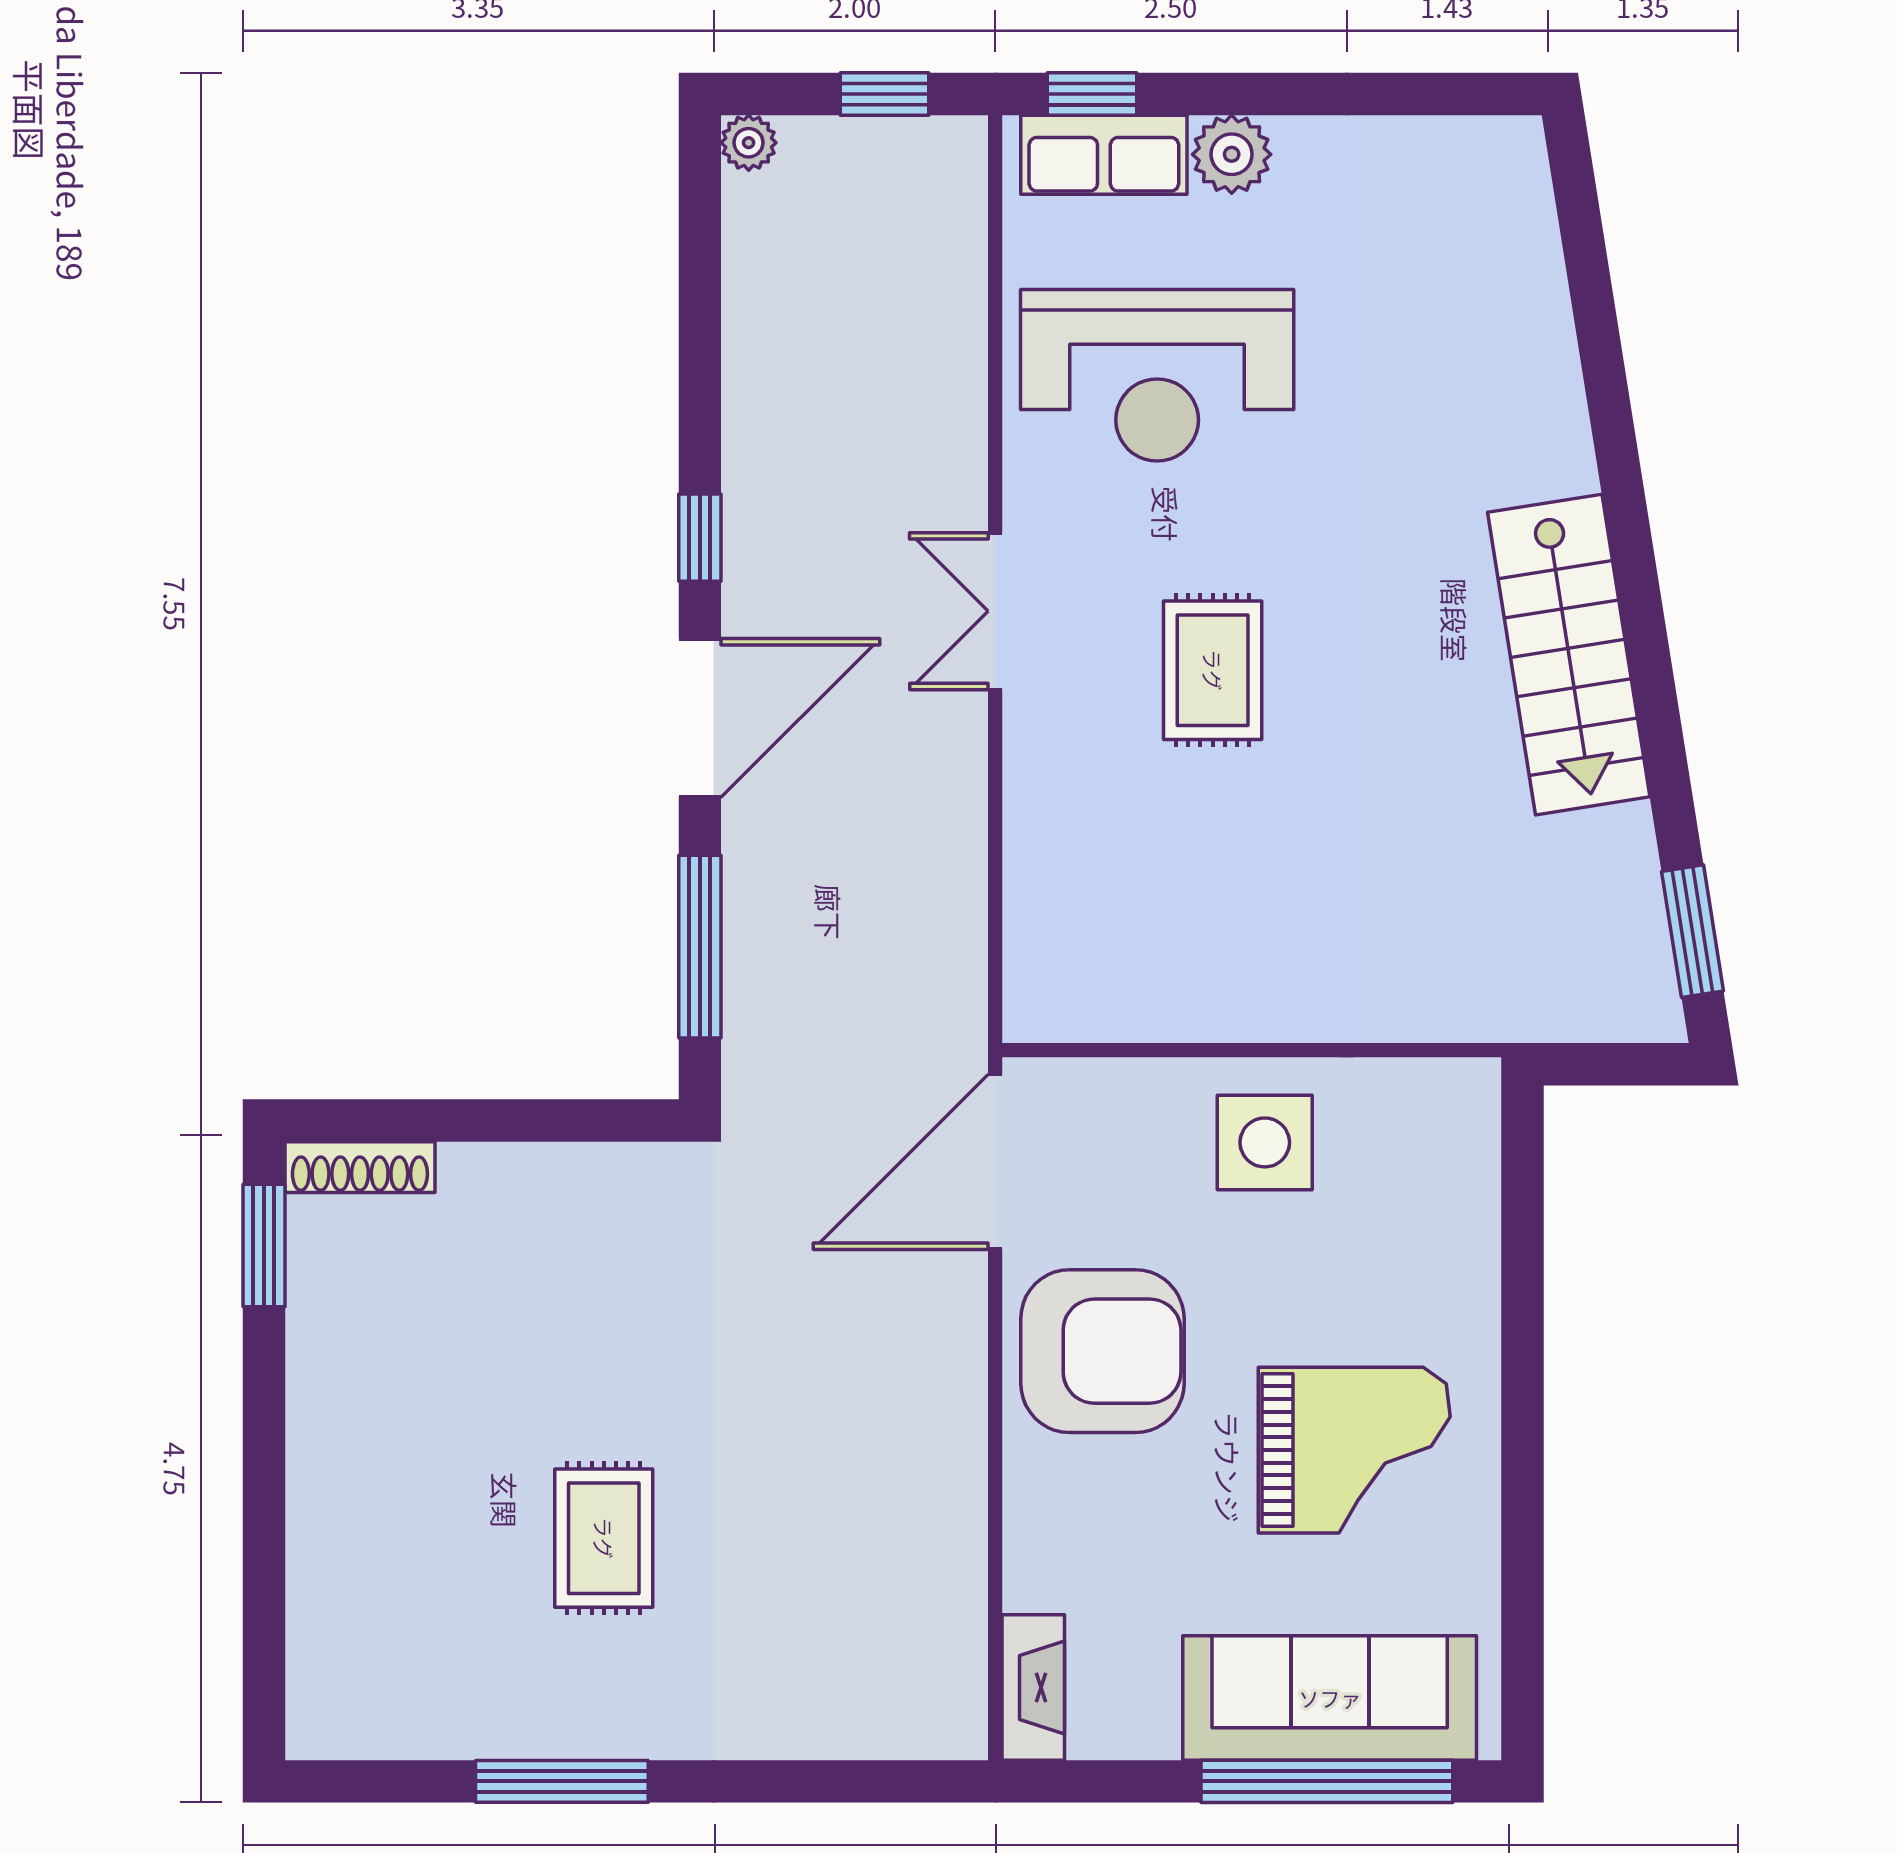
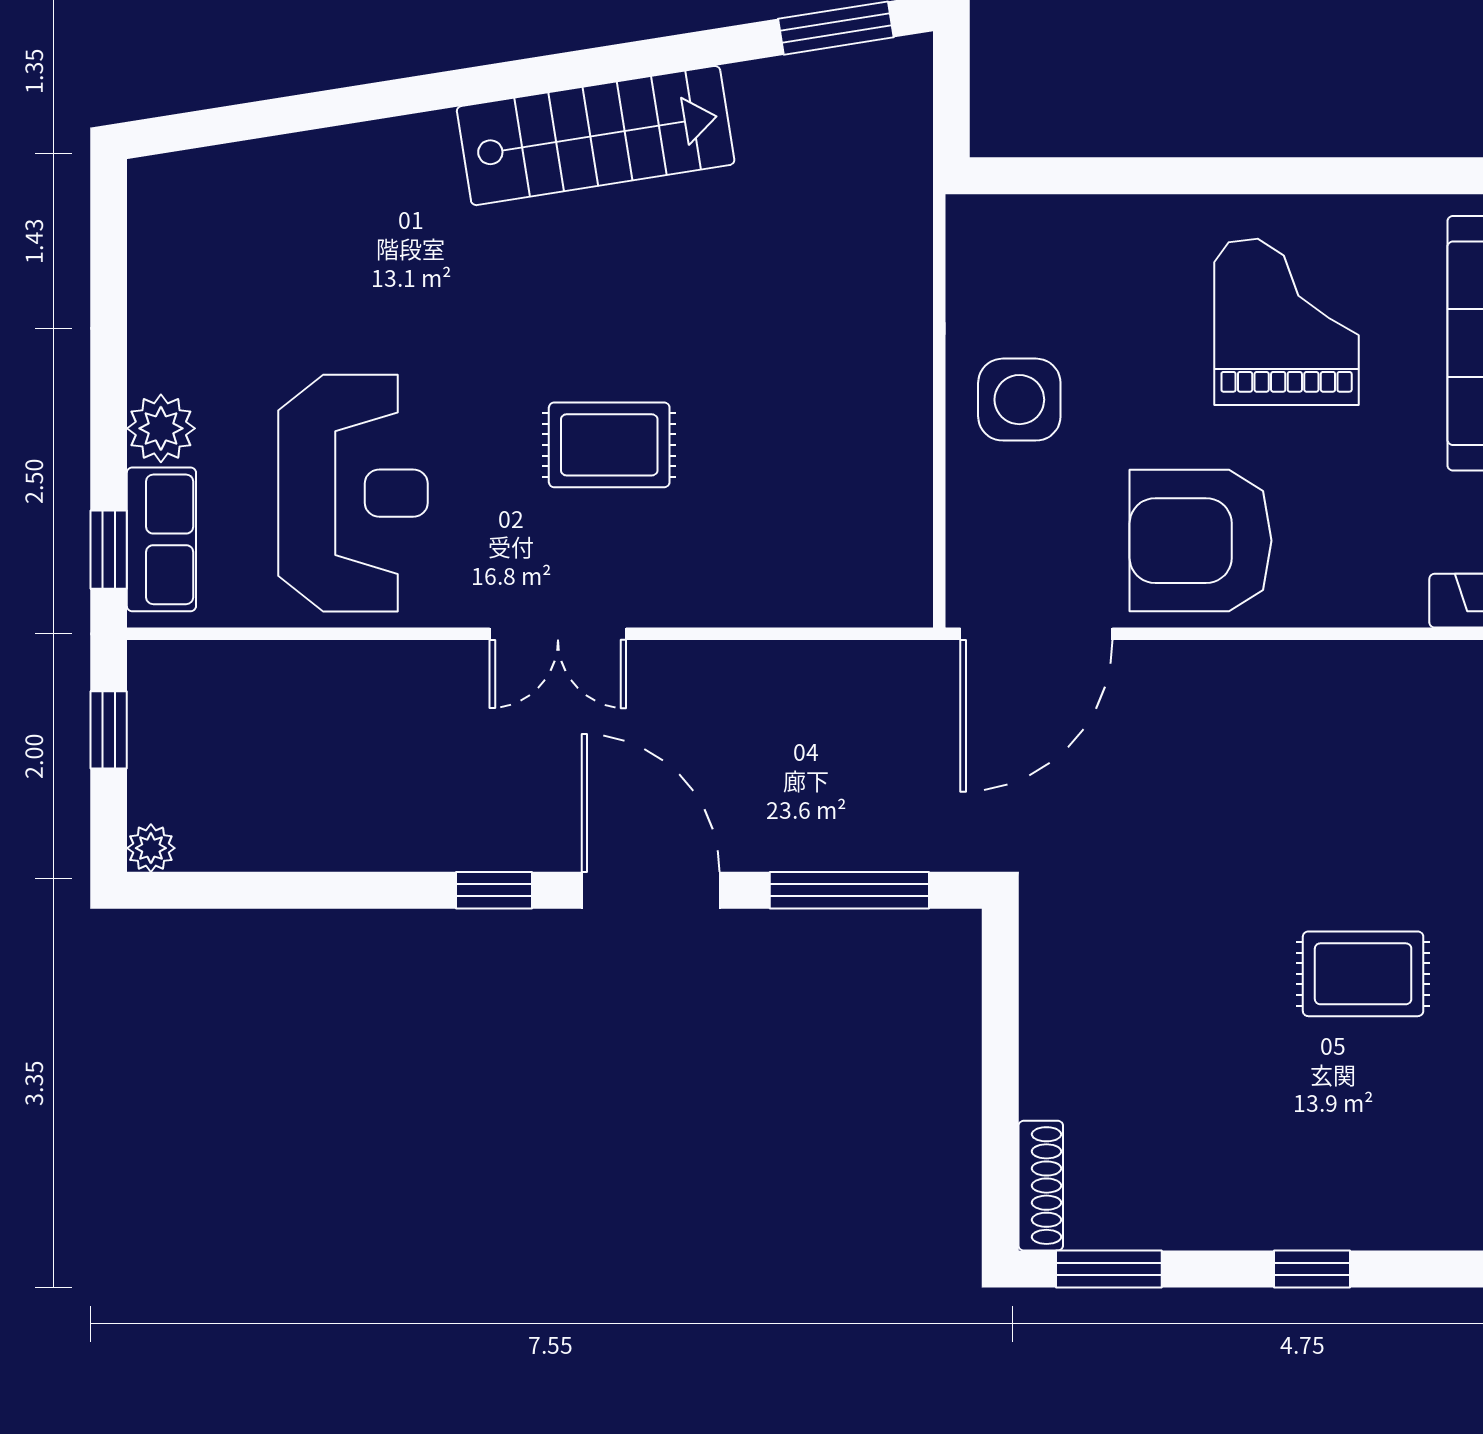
door: (995, 1162) -> (1036, 634), hinge flipped
armchair: (1102, 1351) -> (1201, 541), turned -90
window: (264, 1479) -> (1312, 1269), added

